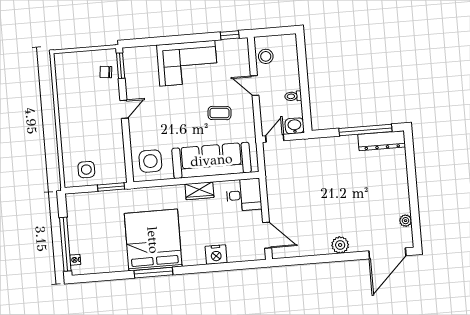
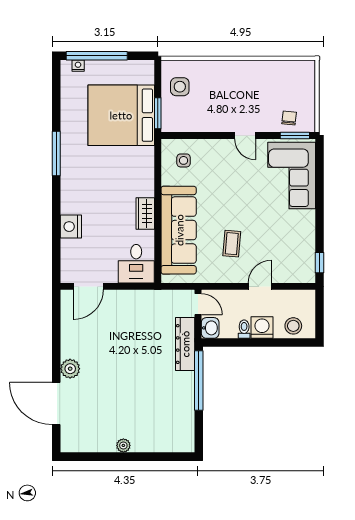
stool: (266, 56) -> (293, 326), moved
corner sofa: (187, 63) -> (292, 175), moved
washing machine: (290, 81) -> (262, 327), added
window: (365, 130) -> (199, 380), moved
dresser: (382, 141) -> (185, 344), moved
side table: (150, 161) -> (184, 160), width x0.54, depth x0.54
plant: (406, 221) -> (123, 445), moved
bed: (153, 240) -> (121, 115), moved, turned 180
door: (387, 253) -> (56, 403), moved

